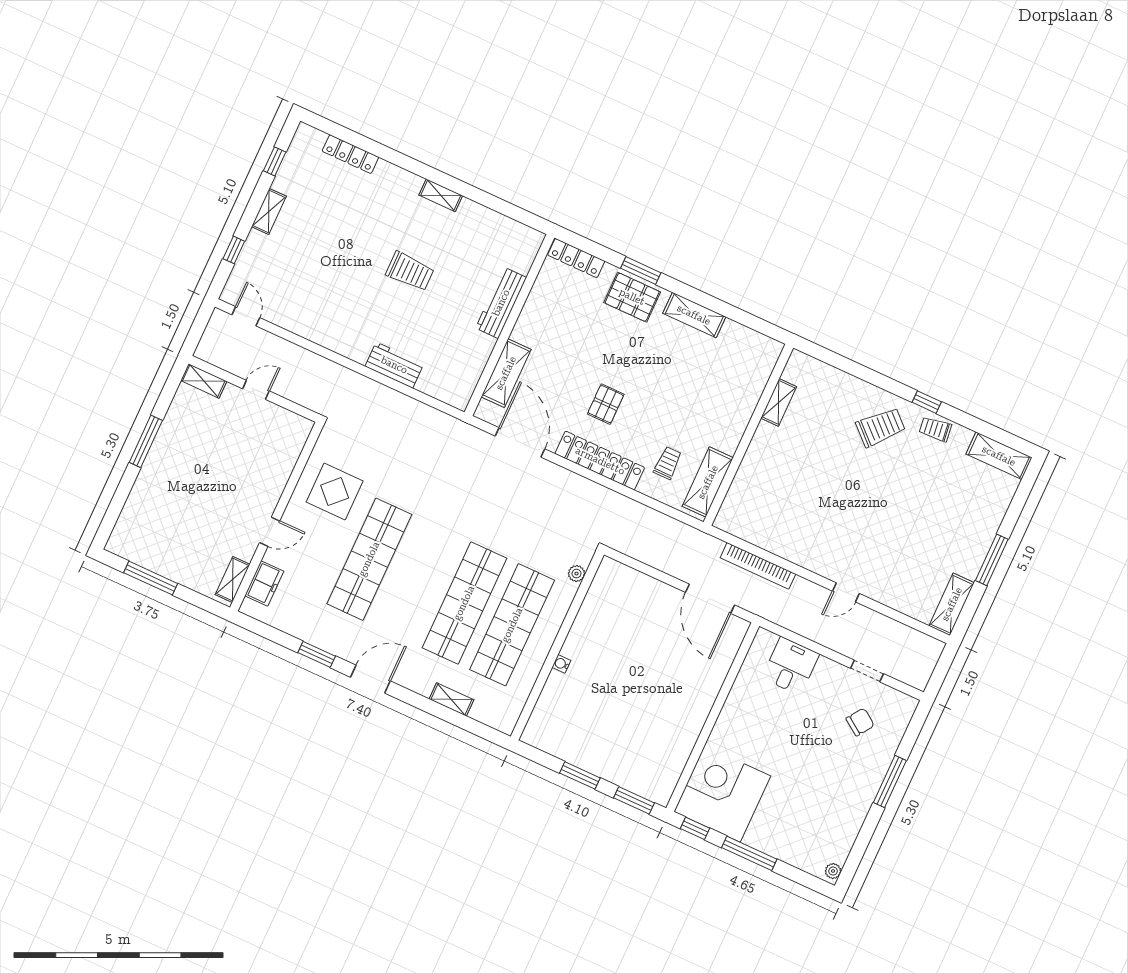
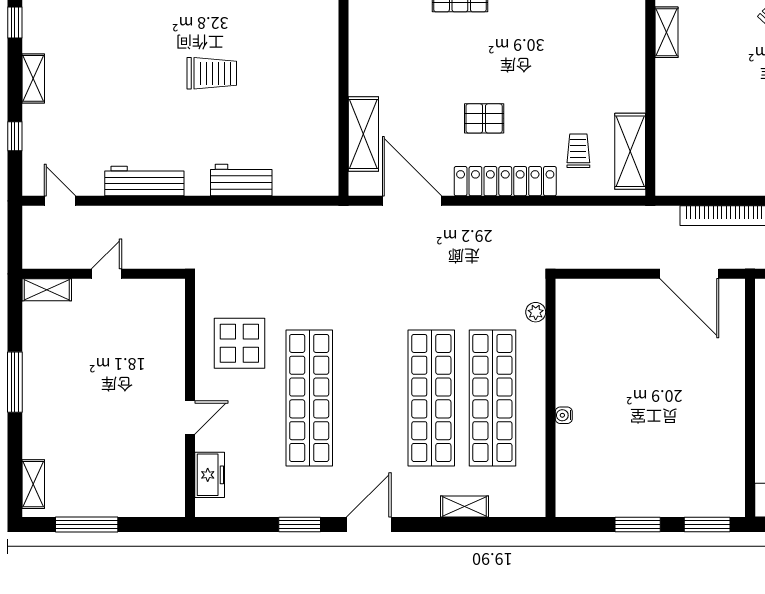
workbench: (501, 303) -> (144, 181), moved, turned 90
pallet: (606, 404) -> (484, 118), turned 90
shelving: (233, 579) -> (33, 484), moved

